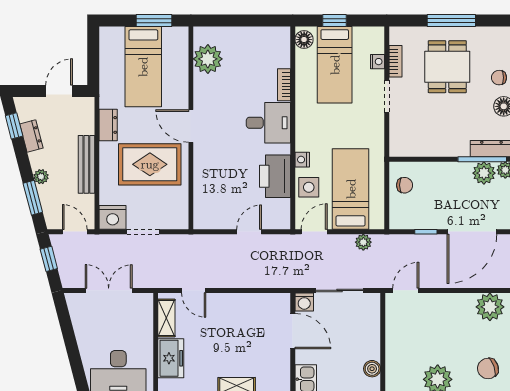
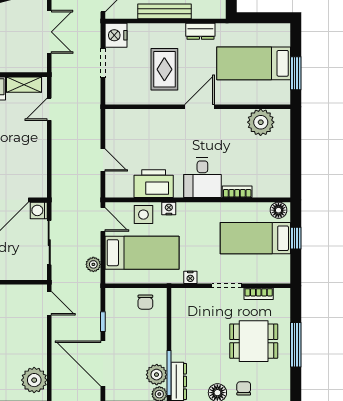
nightstand: (378, 62) -> (190, 277), moved
rug: (150, 164) -> (164, 69), width x0.73, depth x0.70

